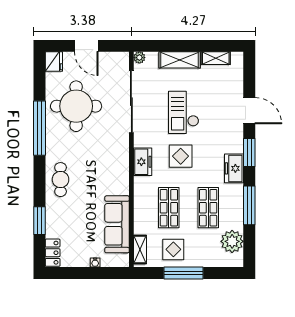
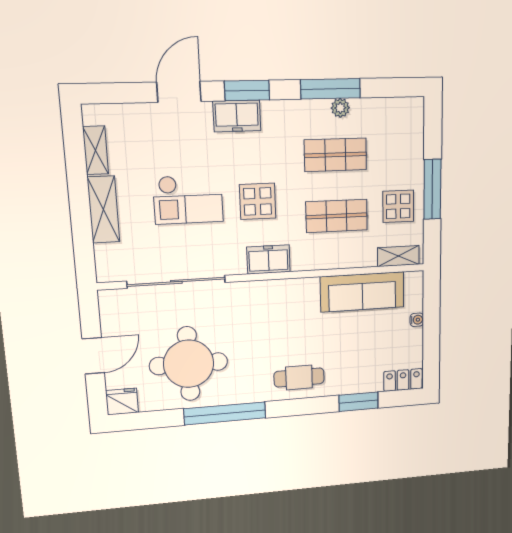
plant: (139, 58) -> (105, 274), removed
freezer: (234, 168) -> (237, 116), moved
plant: (232, 241) -> (340, 108), moved, width x0.53, depth x0.53

